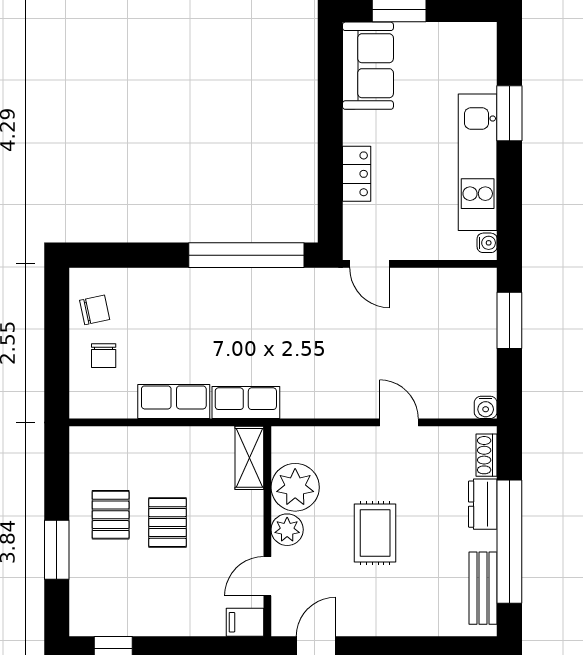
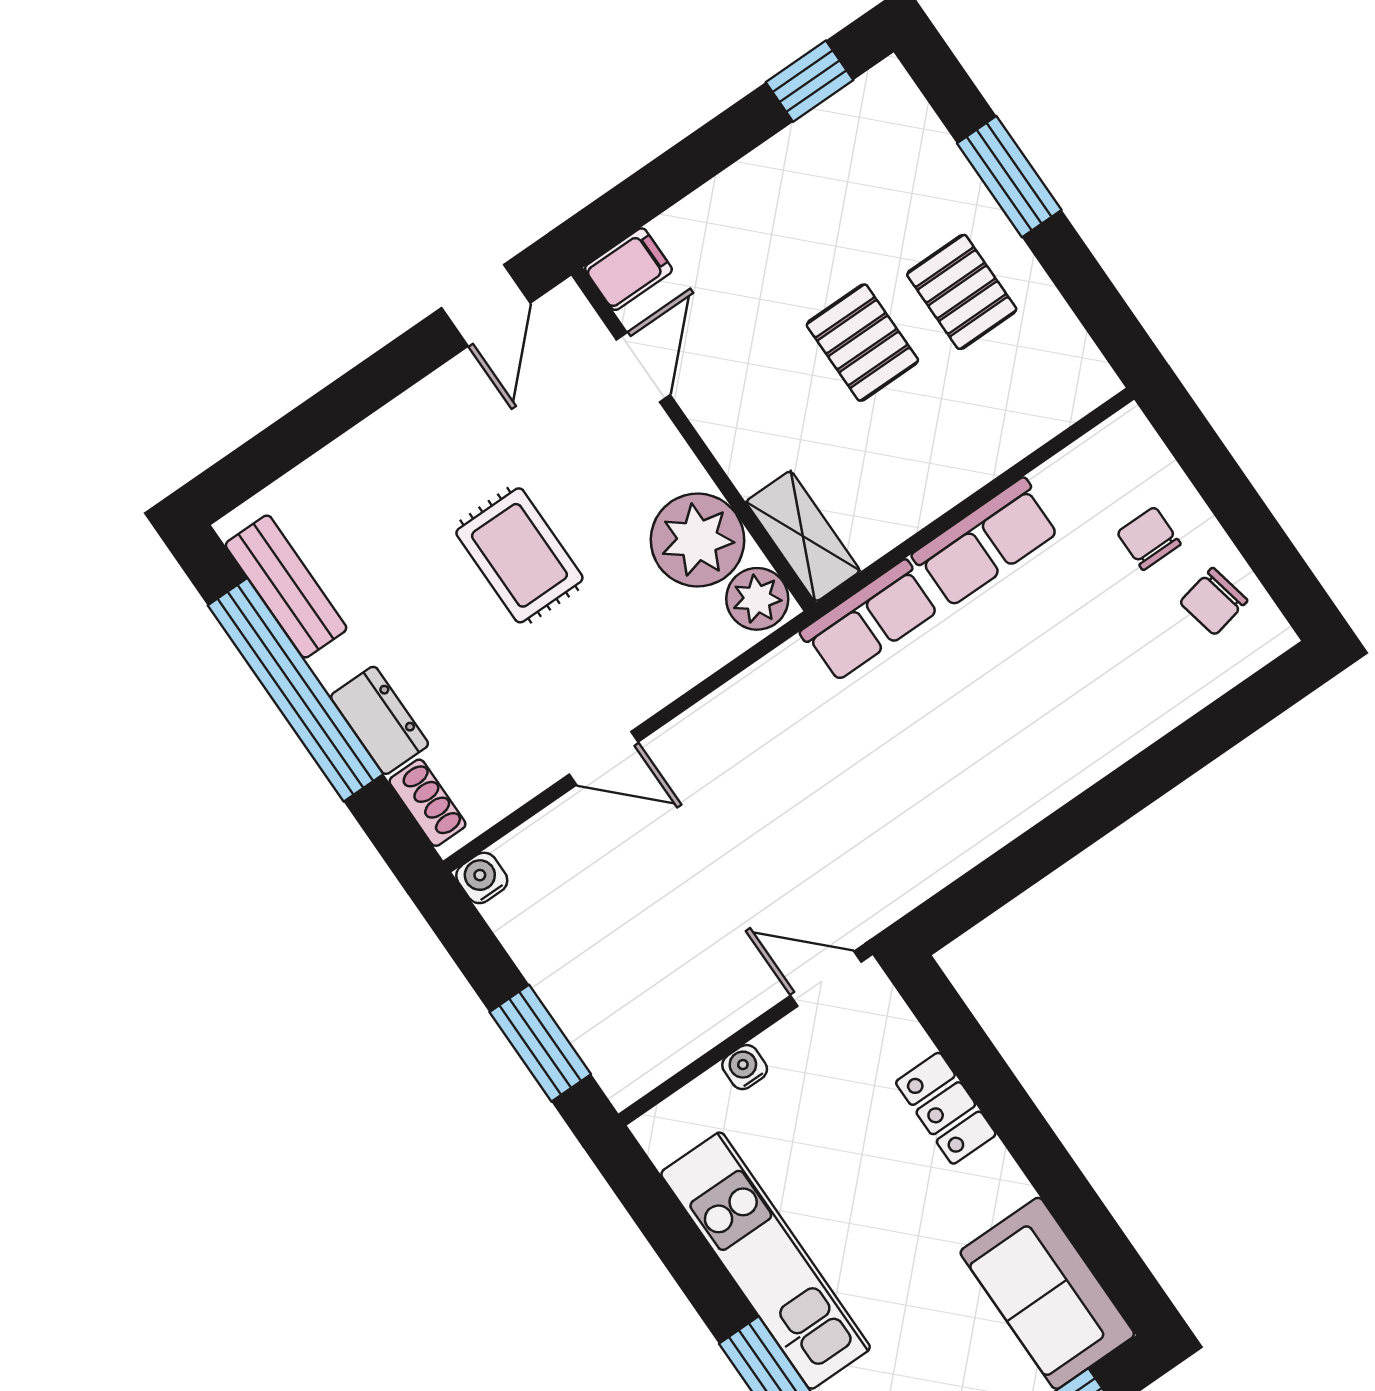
water cooler: (487, 243) -> (745, 1067), moved, turned 90
window: (246, 255) -> (1032, 856), removed
plant: (287, 530) -> (757, 599), moved

